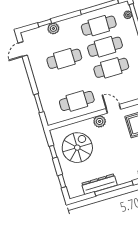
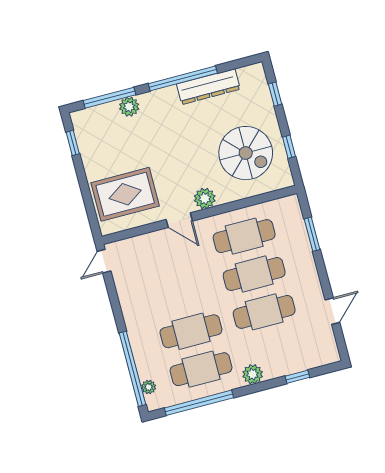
plant: (53, 28) -> (253, 374), moved
door: (23, 49) -> (332, 311), moved
cafe table: (111, 68) -> (254, 274), moved
spiral stairs: (77, 148) -> (246, 153), turned -90

